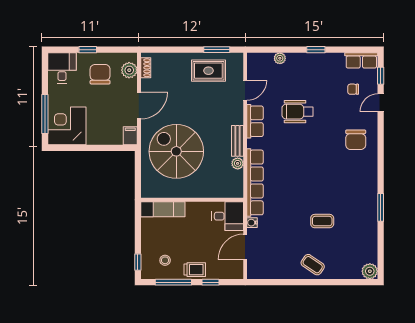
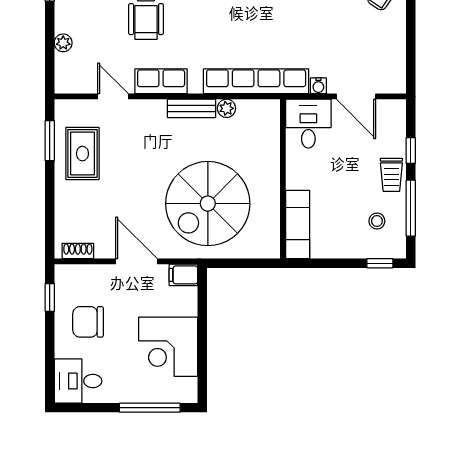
window: (88, 50) -> (50, 297), moved
plant: (129, 70) -> (82, 277), removed
corner desk: (67, 126) -> (168, 347), moved
trolley: (195, 270) -> (391, 175), turned 180

